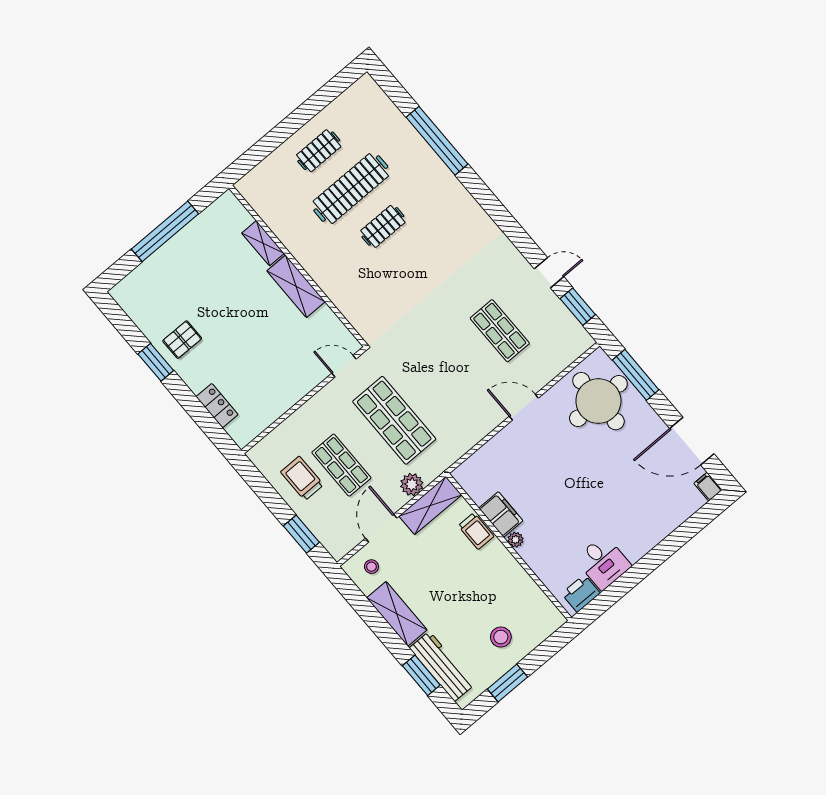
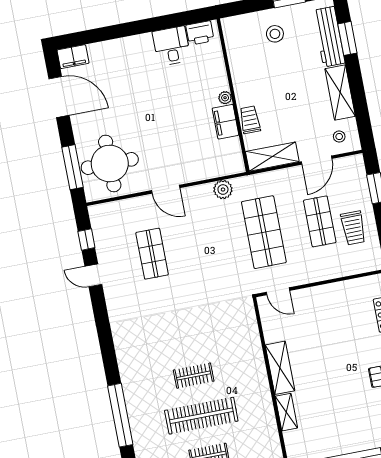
window: (578, 307) -> (86, 240), width x0.67
plant: (412, 484) -> (223, 190), moved
filing cabinet: (708, 487) -> (73, 57), width x2.00

